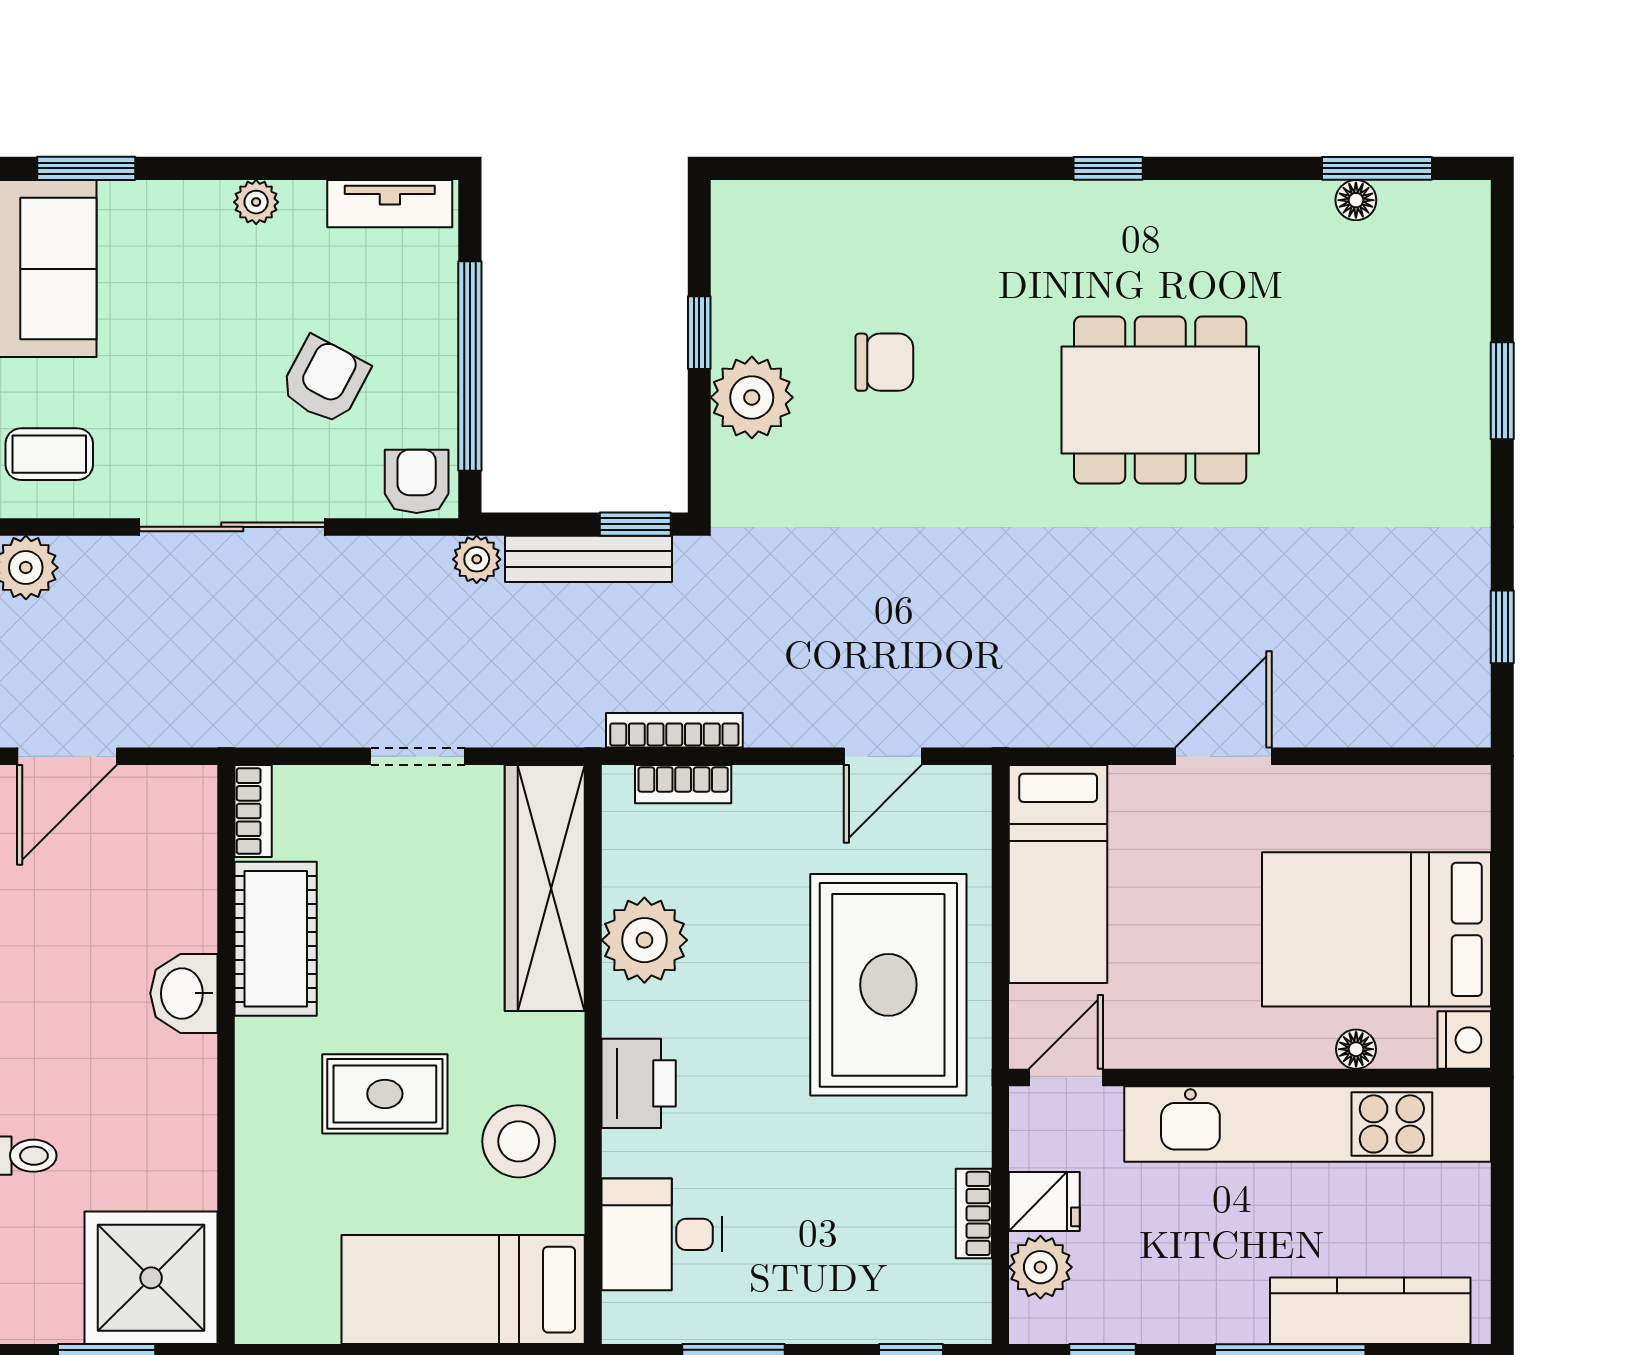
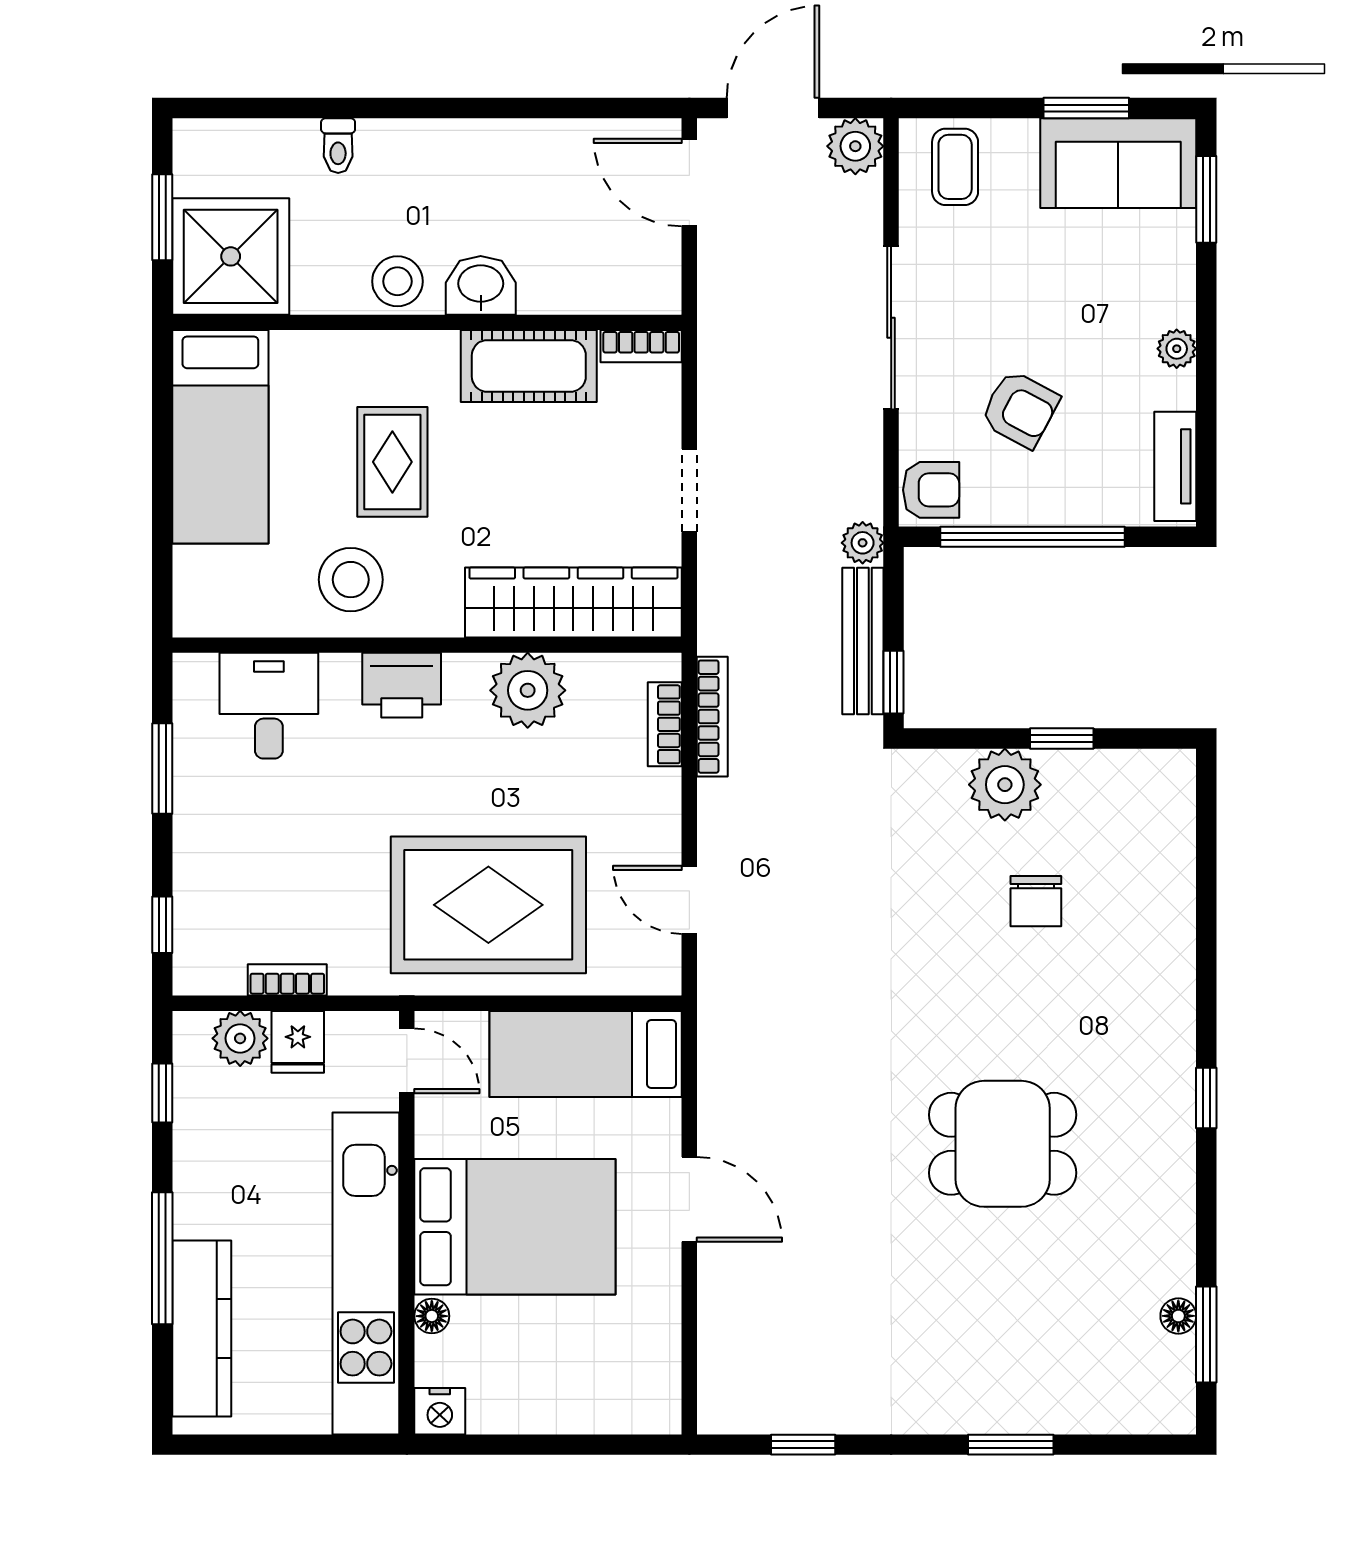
dining table: (1160, 400) -> (1003, 1144), width x0.73
bed: (1376, 929) -> (515, 1227), moved, turned 90
stool: (179, 1088) -> (397, 281), added
bed: (463, 1290) -> (220, 437), moved, turned 180

